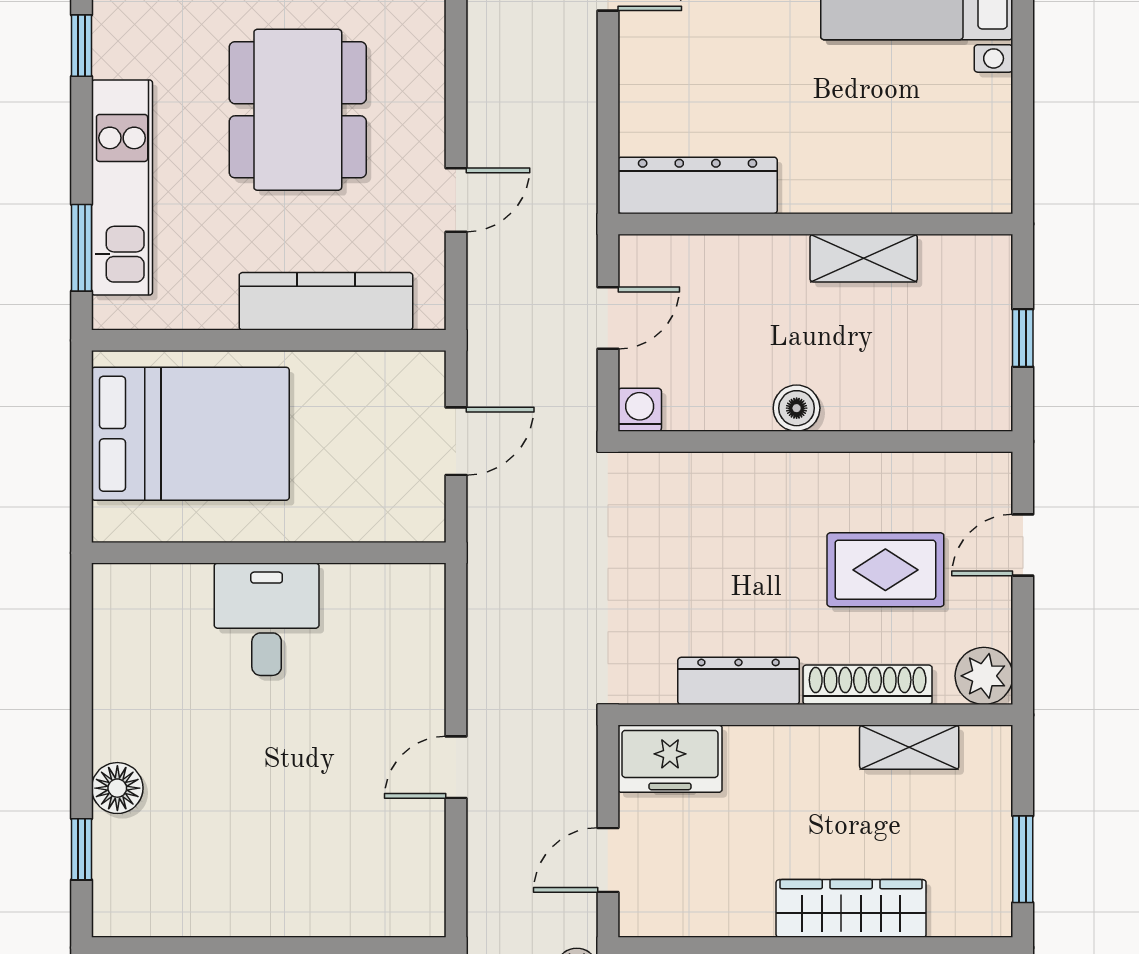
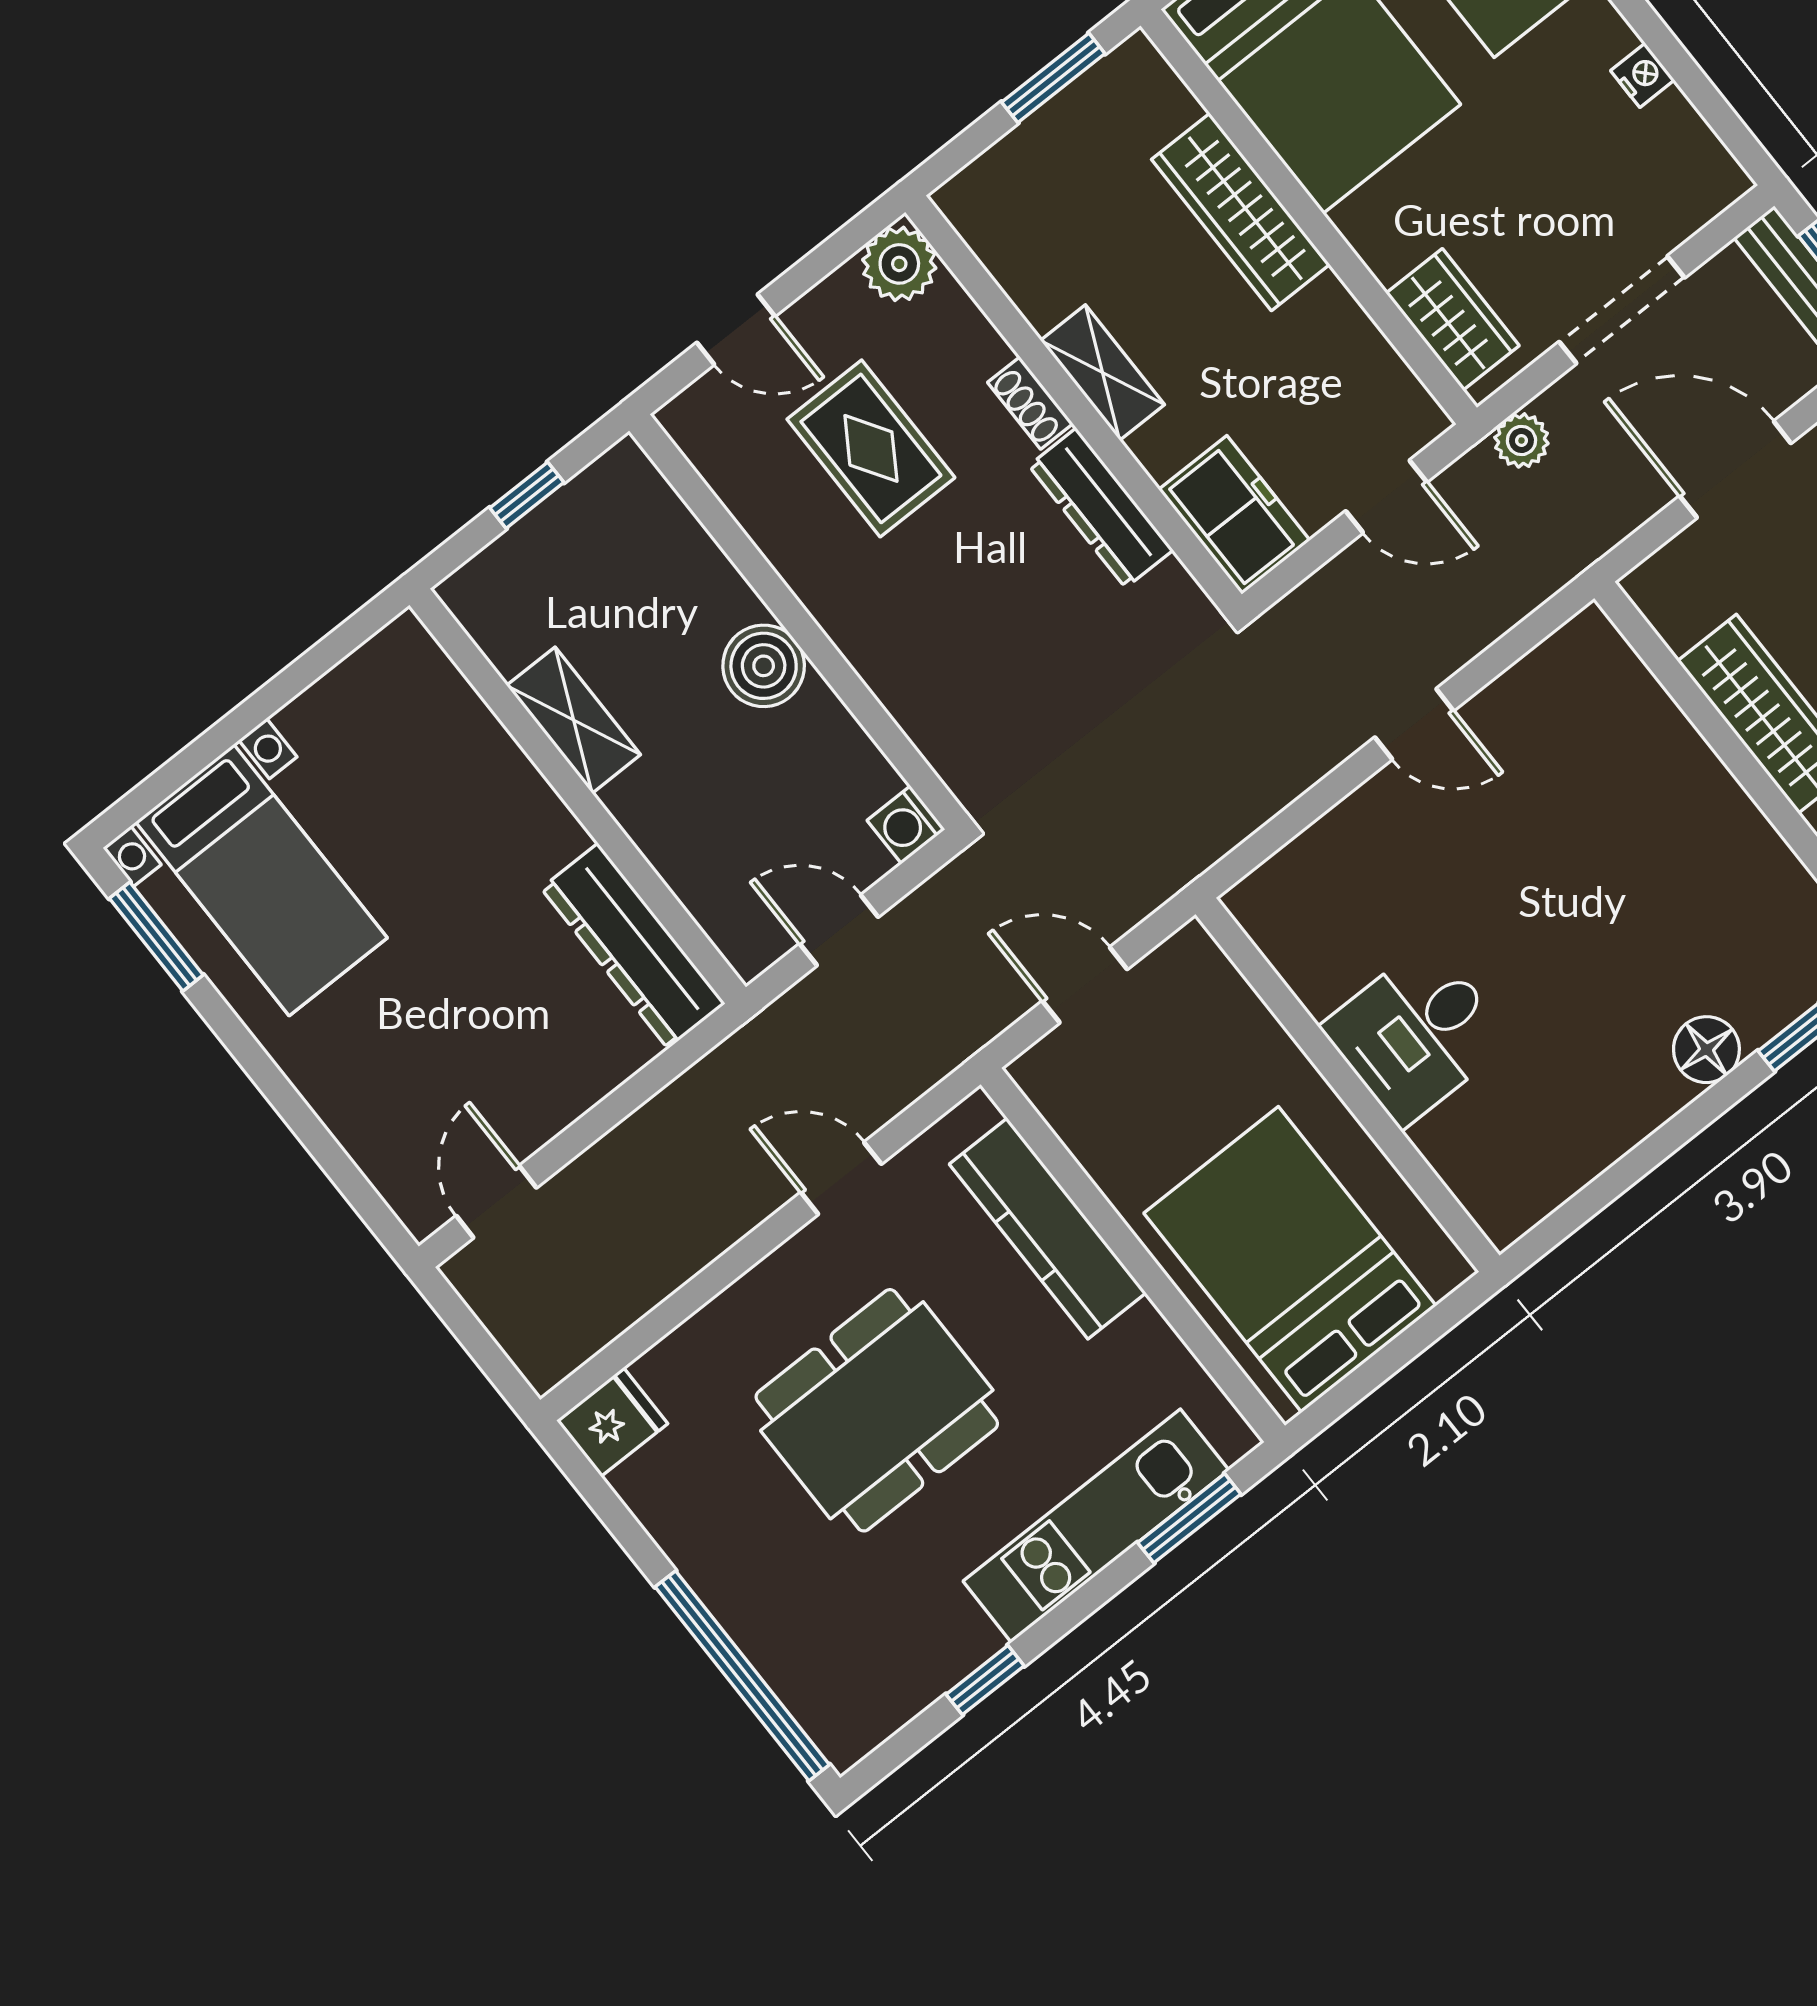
boiler: (797, 408) -> (764, 666), width x1.36, depth x1.36
shoe rack: (868, 685) -> (1030, 403), width x0.51, depth x0.81
shelving: (909, 747) -> (1103, 372), moved

